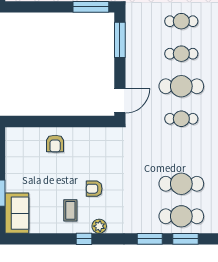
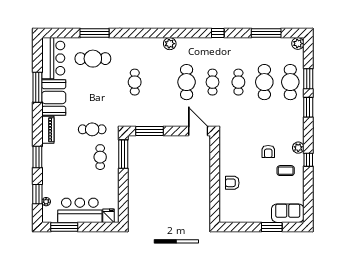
cafe table: (181, 54) -> (238, 82), moved
armchair: (55, 144) -> (232, 183), turned 180

